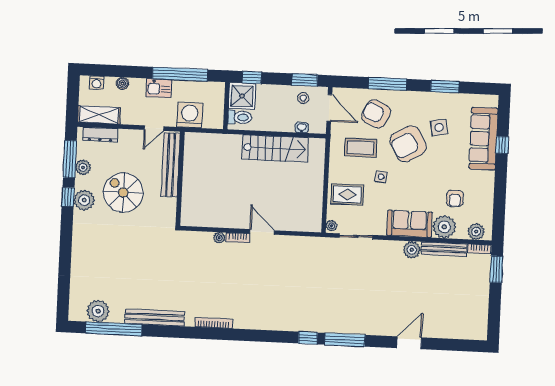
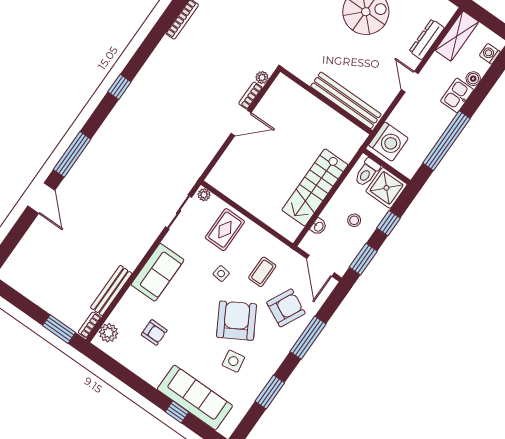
window: (252, 77) -> (389, 223), moved
kitchen sink: (159, 88) -> (457, 95), moved
stool: (303, 98) -> (354, 220), moved
door: (329, 108) -> (320, 266), hinge flipped
washing machine: (190, 115) -> (388, 142), moved
dresser: (100, 135) -> (427, 39), moved
coffee table: (361, 148) -> (262, 272), width x0.73, depth x0.77
bench: (171, 165) -> (346, 100), moved
wall: (180, 179) -> (326, 101), moved
armchair: (455, 198) -> (154, 332), turned 180
plant: (444, 227) -> (133, 305), removed
plant: (412, 250) -> (131, 258), removed
window: (308, 338) -> (119, 87), moved
window: (345, 340) -> (72, 154), moved

